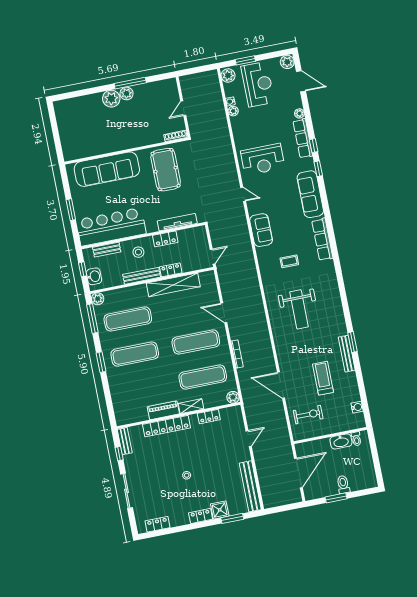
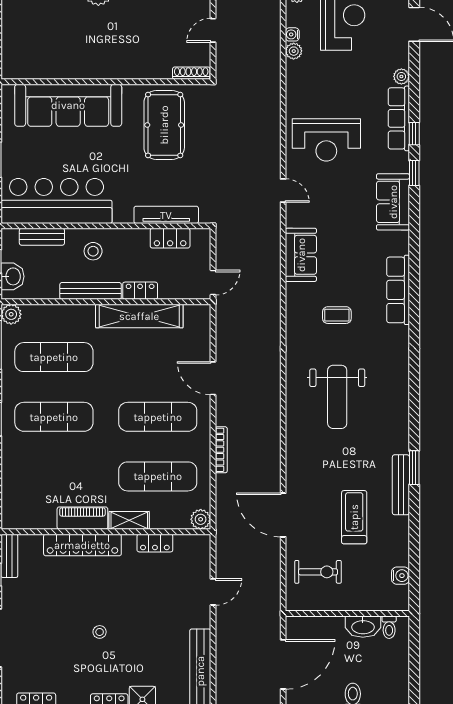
sofa: (310, 194) -> (393, 202), width x0.73
locker: (165, 239) -> (170, 238), moved

